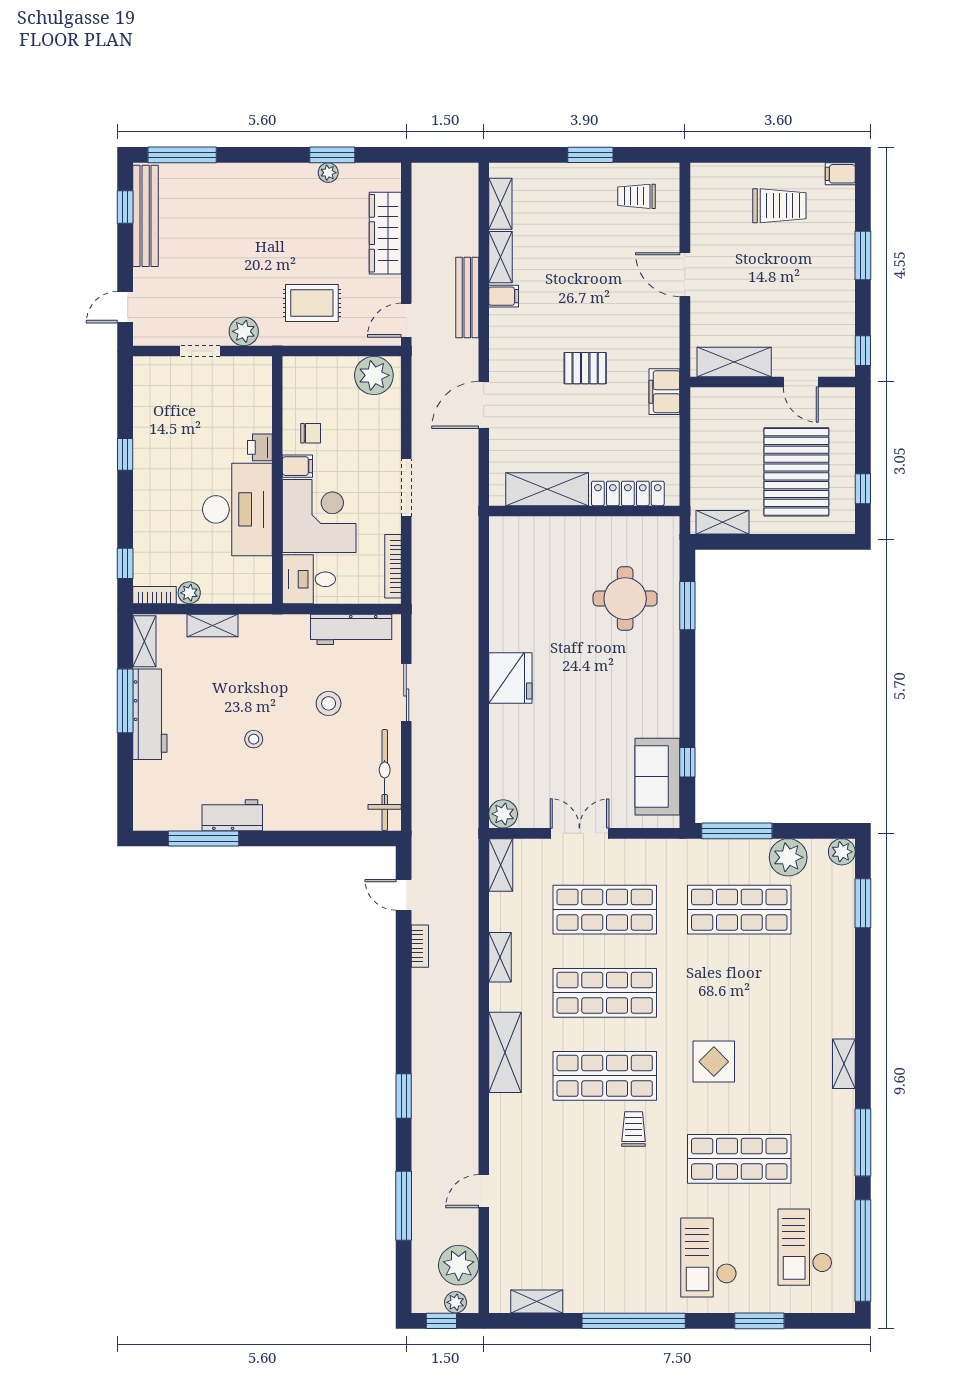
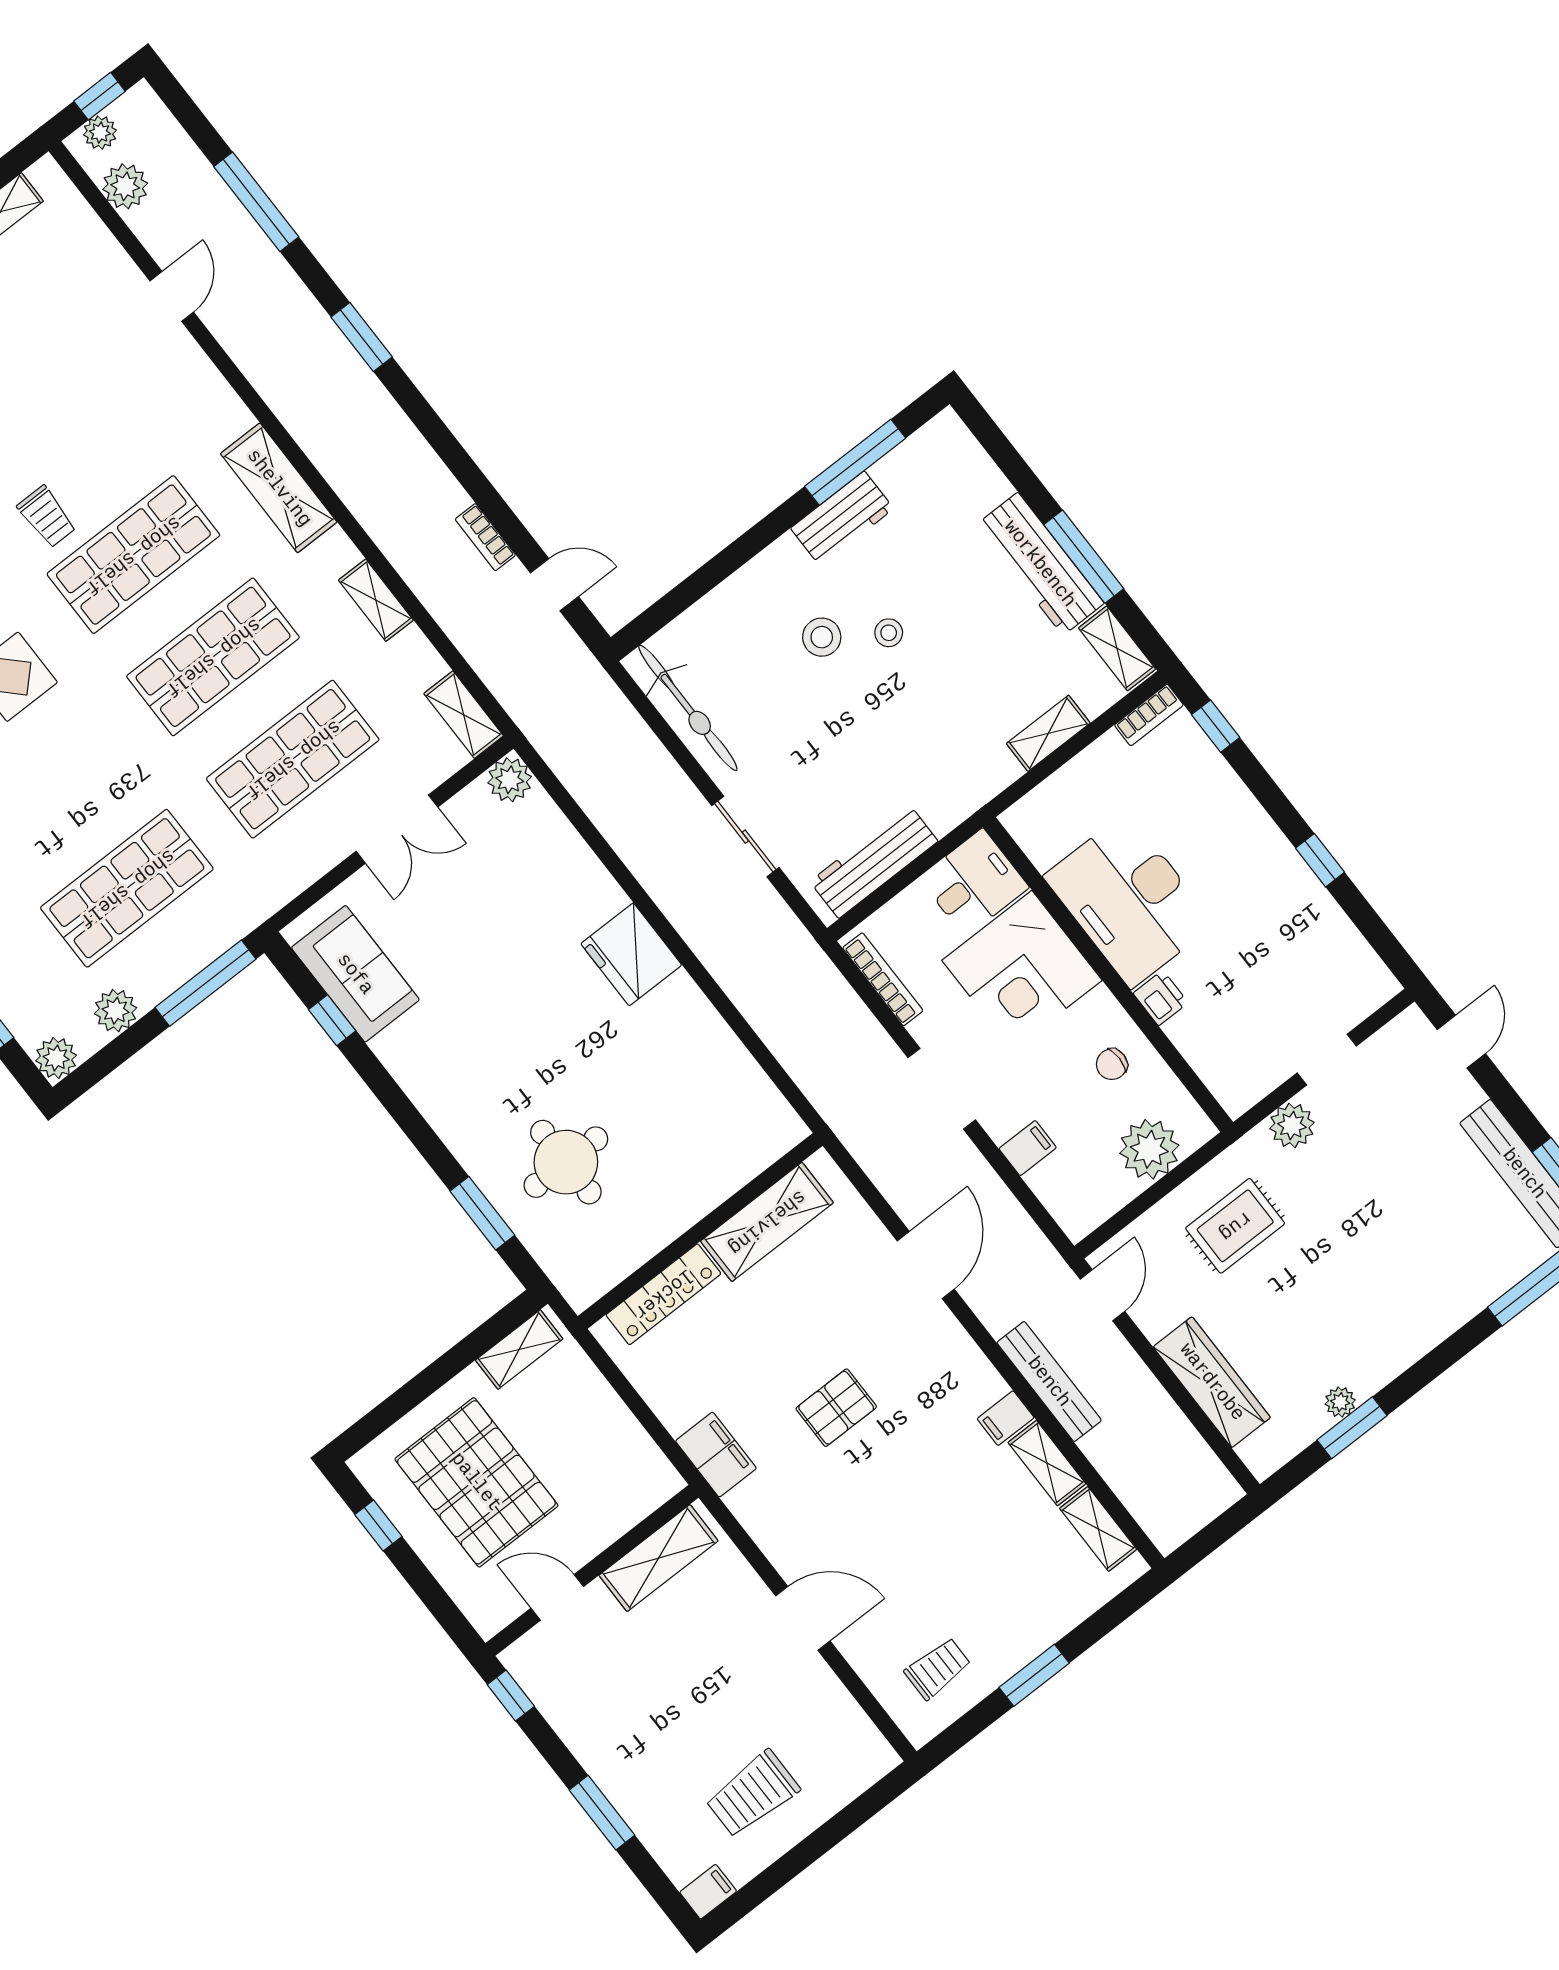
plant: (374, 375) -> (1149, 1149), moved
filing cabinet: (297, 466) -> (1028, 1148), moved, turned 180
plant: (189, 593) -> (1108, 751), removed
stool: (329, 703) -> (822, 637), moved
plant: (788, 857) -> (116, 1011), width x0.73, depth x0.73
plant: (459, 1265) -> (125, 186), width x0.73, depth x0.73

